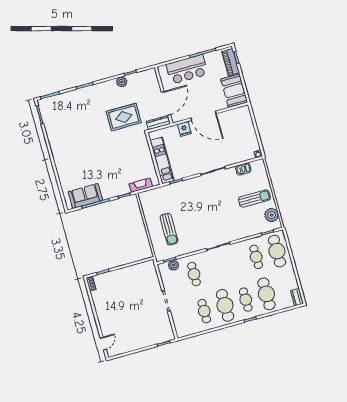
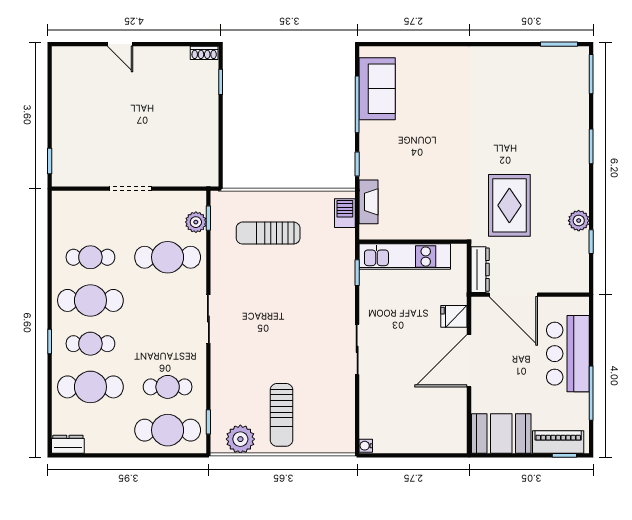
barbecue: (243, 169) -> (345, 213), moved
cafe table: (194, 274) -> (168, 257), width x1.37, depth x1.35
door: (103, 344) -> (120, 44), moved

